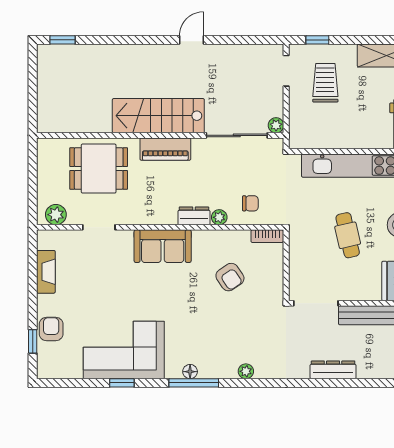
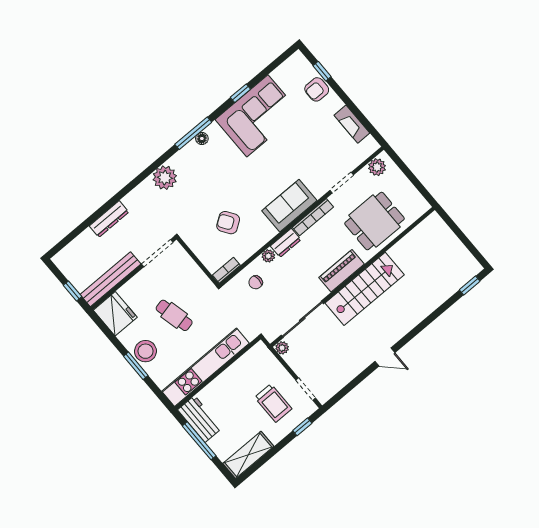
door: (192, 40) -> (385, 357), hinge flipped
bookcase: (150, 218) -> (313, 217), added
armchair: (51, 329) -> (317, 89), turned 90
plant: (246, 371) -> (165, 178), width x1.88, depth x1.88

